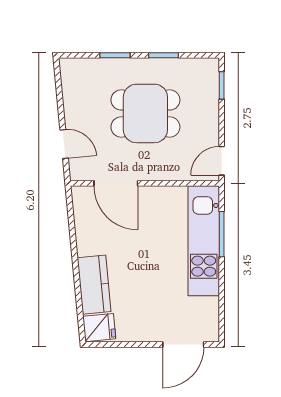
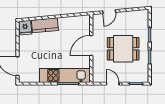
dining table: (145, 113) -> (123, 49), turned 90
door: (222, 161) -> (113, 84), moved
door: (116, 183) -> (91, 45), moved

